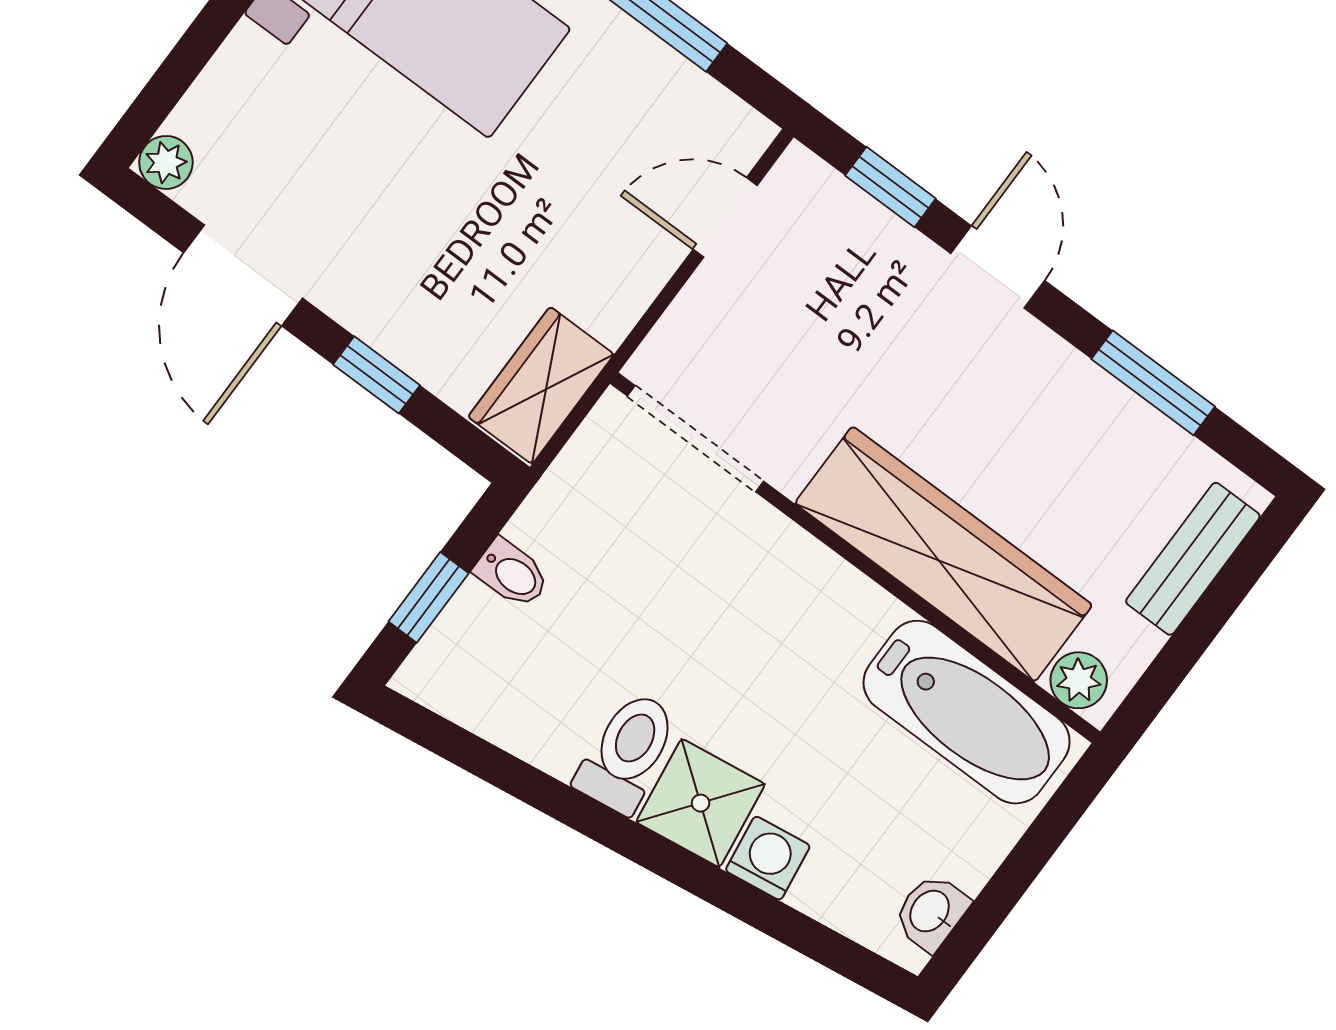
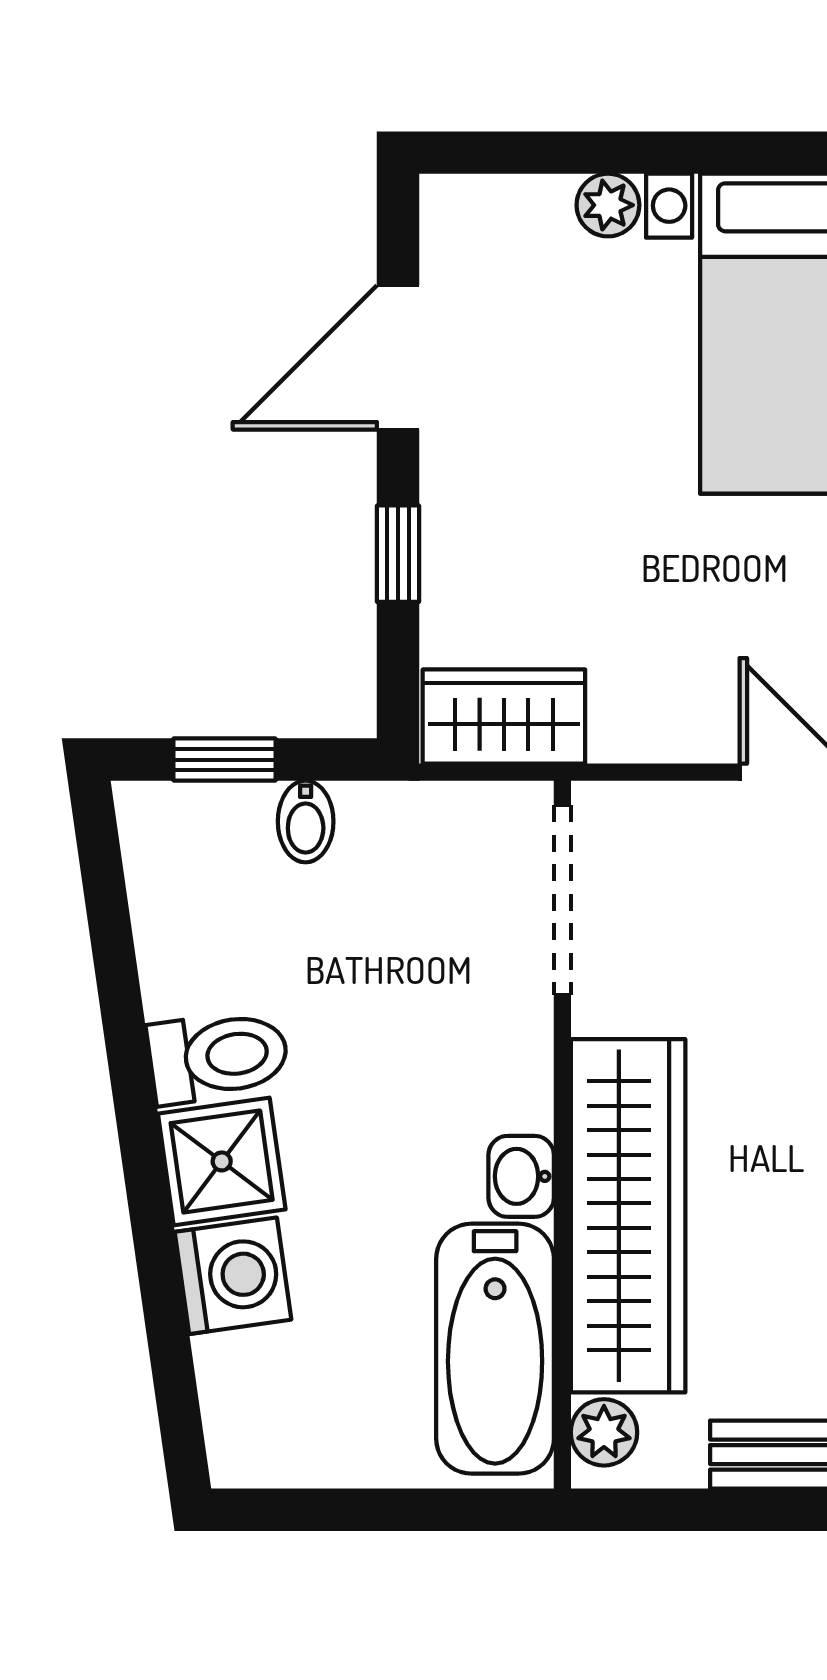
plant: (166, 162) -> (608, 205), moved
washing machine: (768, 858) -> (233, 1276), width x1.38, depth x1.38
washbasin: (931, 912) -> (521, 1176), moved, turned -90

